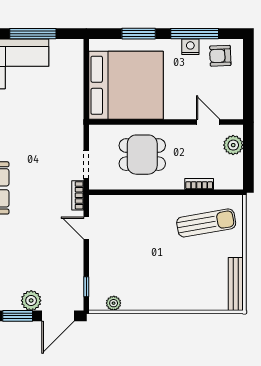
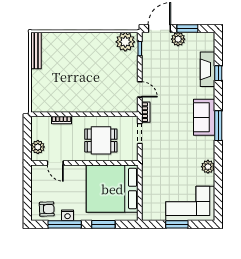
window: (33, 34) -> (177, 224), width x0.69
sun lounger: (206, 223) -> (57, 93), removed
plant: (114, 303) -> (125, 42), width x1.88, depth x1.88

